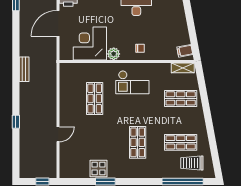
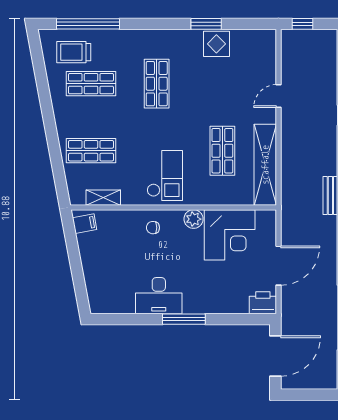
shelving: (183, 68) -> (103, 198), moved
checkout: (132, 82) -> (165, 176), turned 90
shelving: (67, 89) -> (265, 165), added
trolley: (192, 163) -> (74, 52), turned 180

